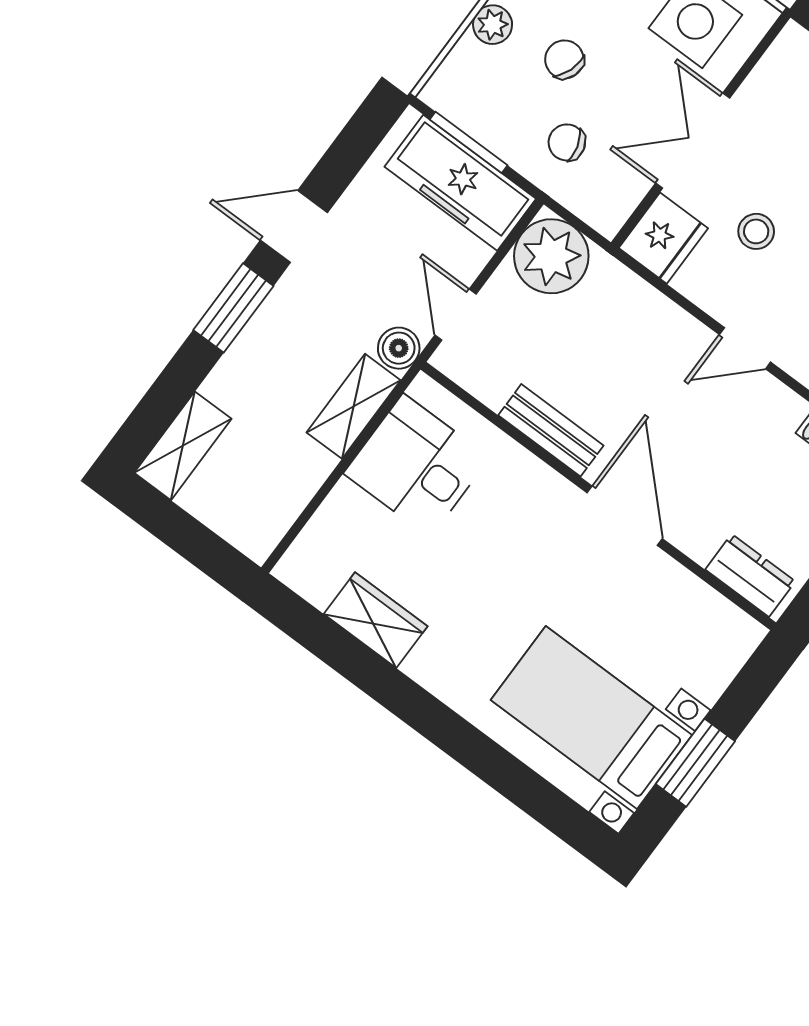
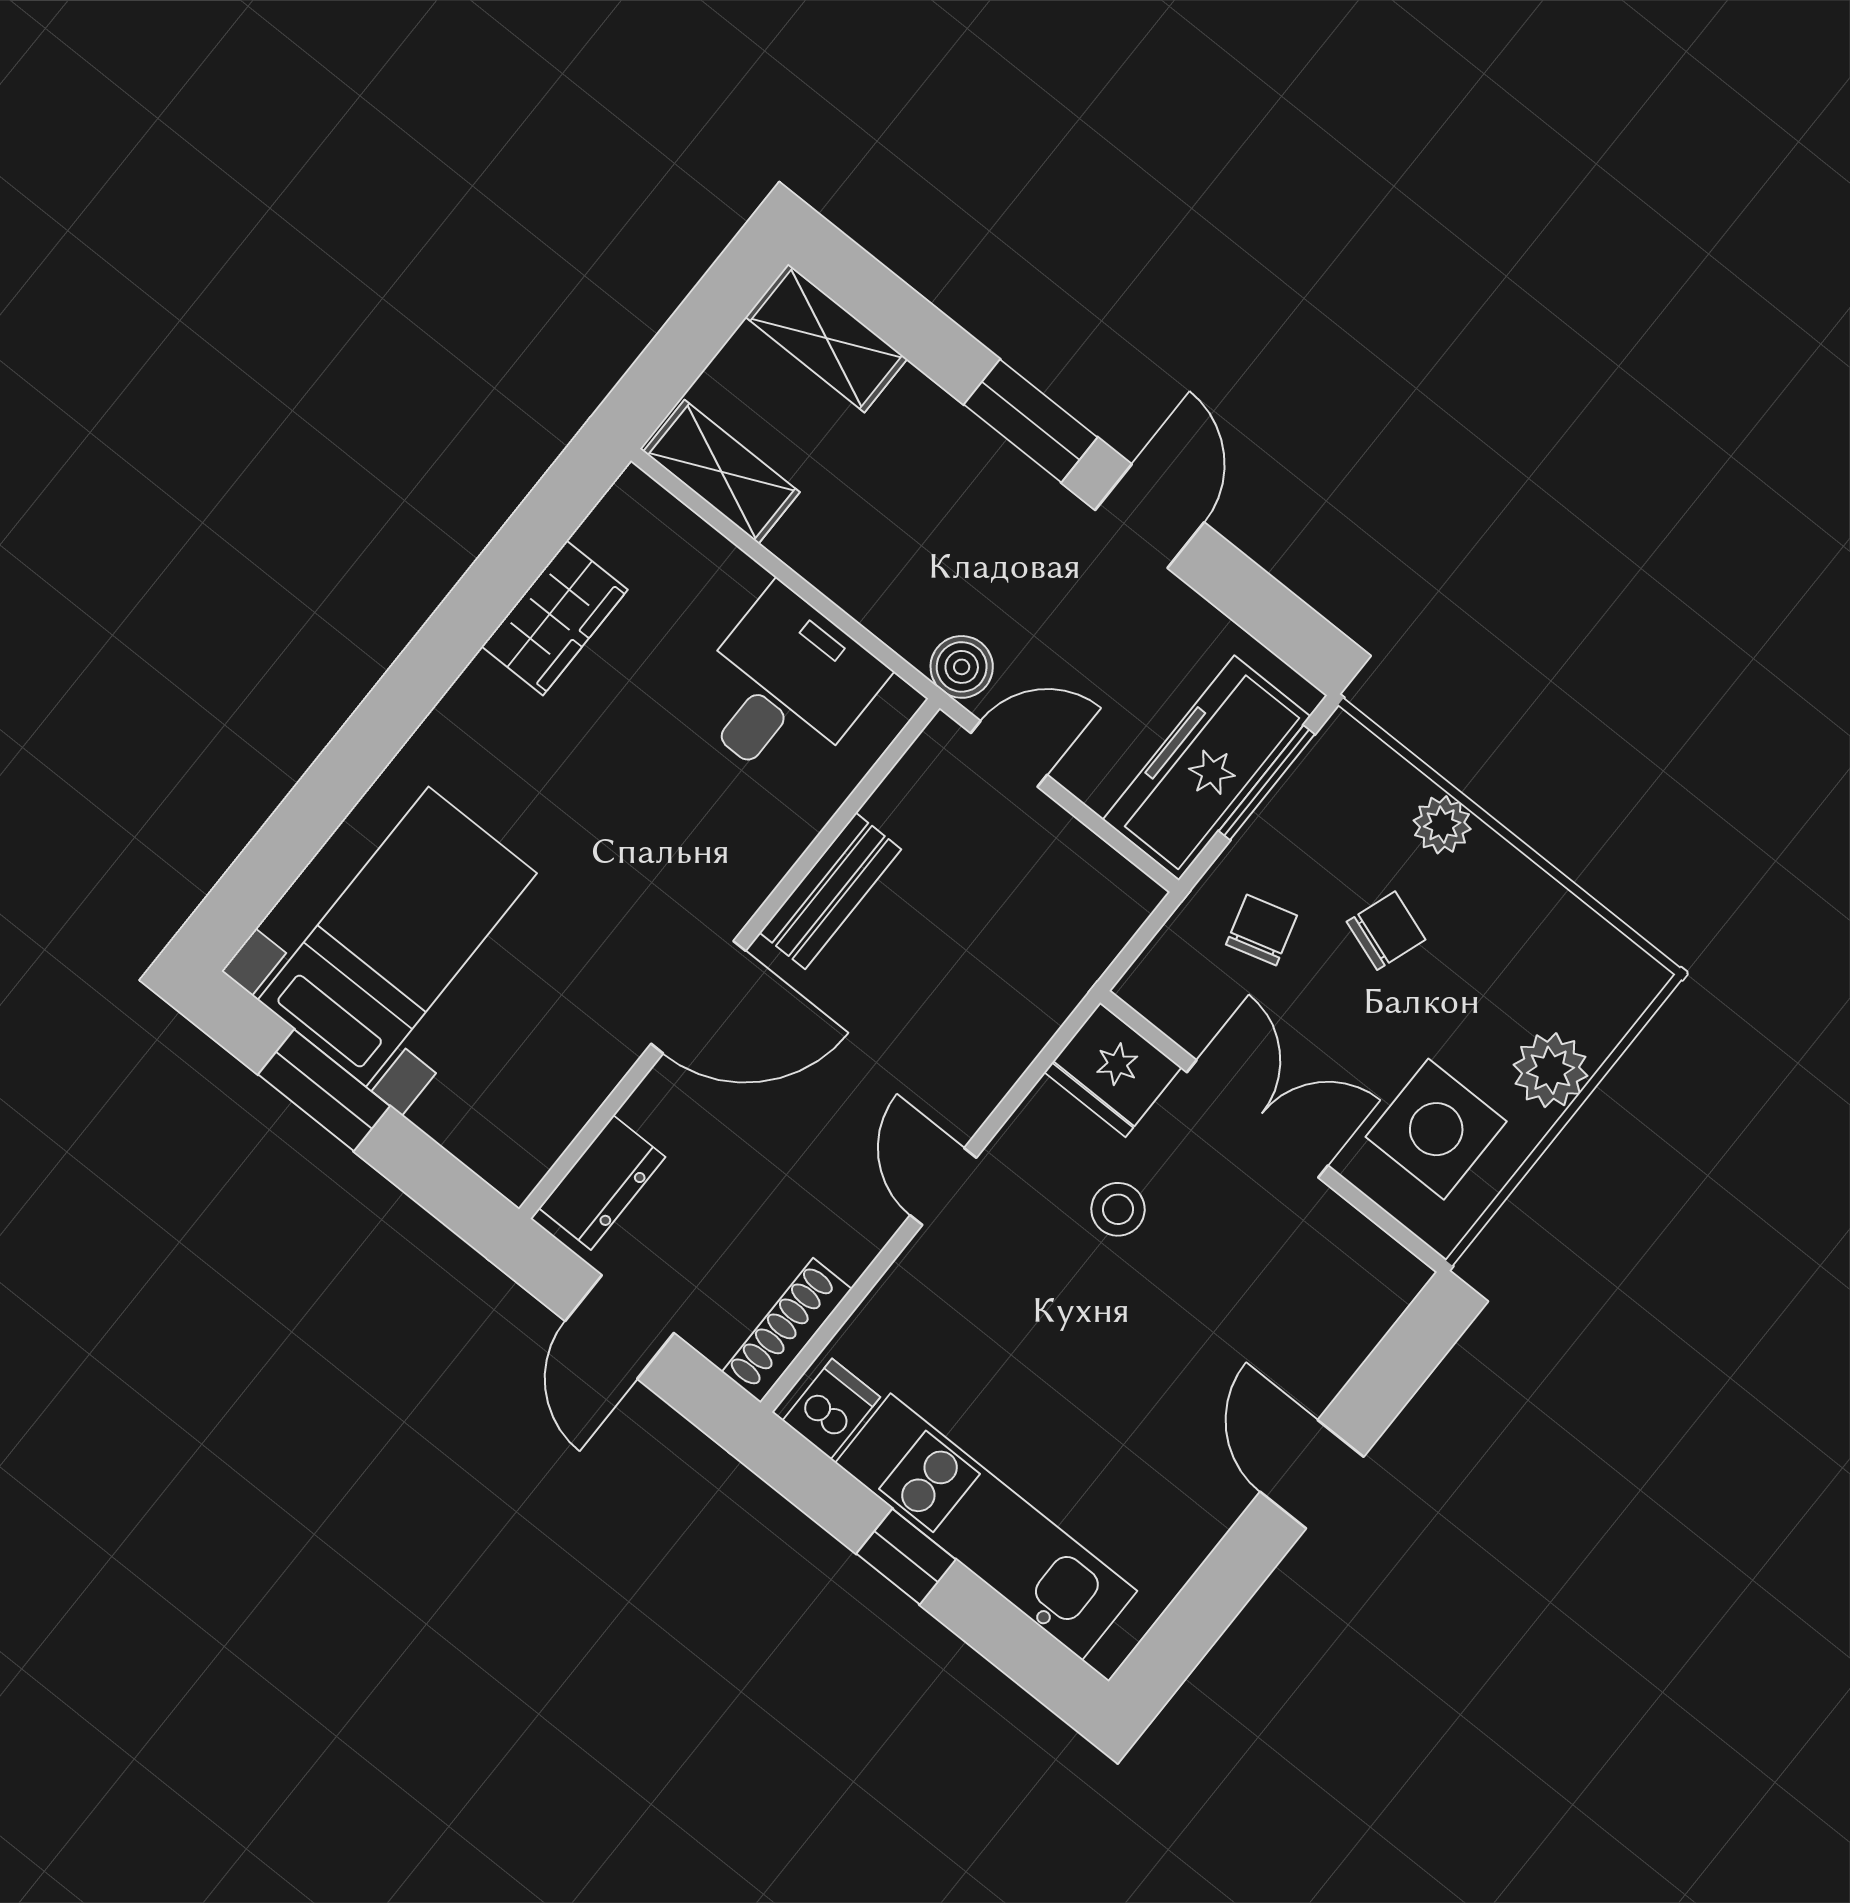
plant: (551, 256) -> (1091, 901), removed
shelving: (354, 406) -> (722, 472), moved

